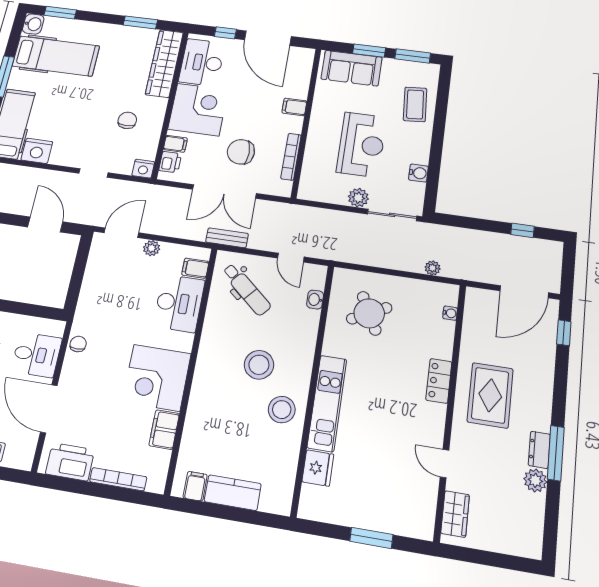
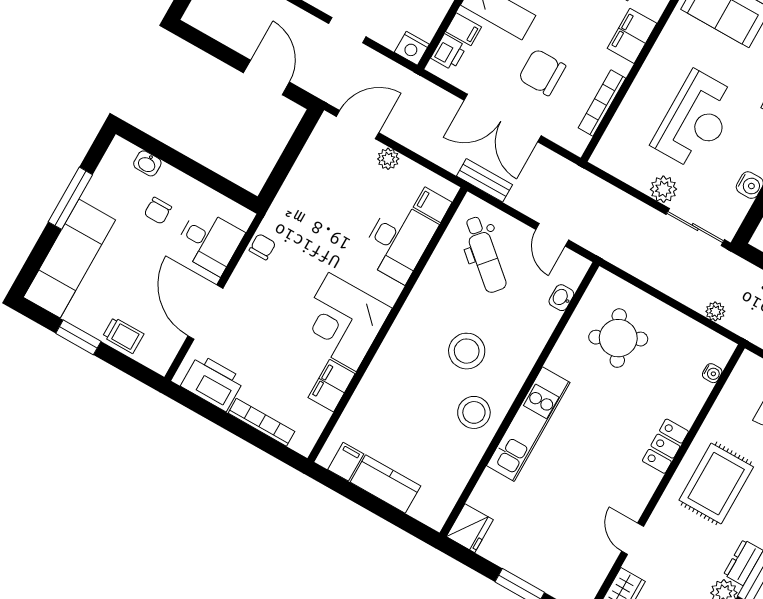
filing cabinet: (294, 107) -> (632, 36), width x2.00
fridge: (318, 468) -> (470, 528), moved

